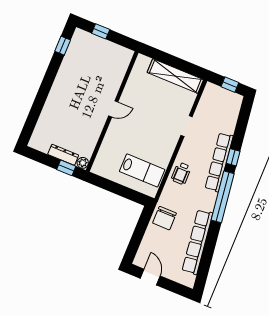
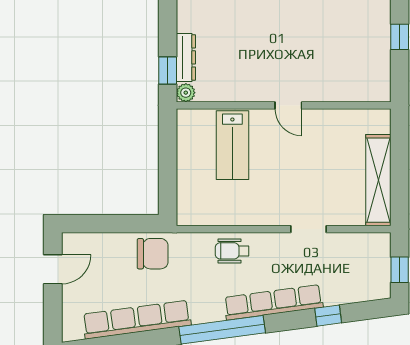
window: (233, 157) -> (328, 316), moved
lab bench: (142, 170) -> (232, 145), moved
chair: (165, 218) -> (153, 254), turned 180

